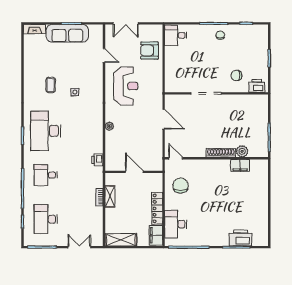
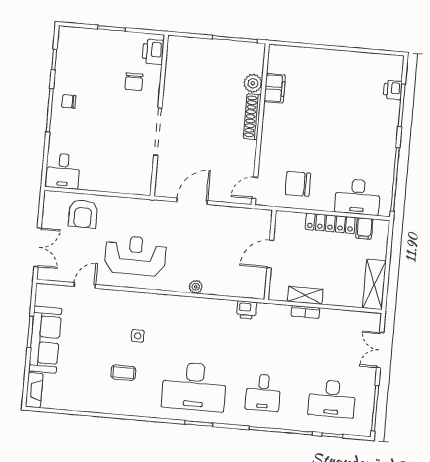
filing cabinet: (156, 235) -> (364, 228), width x0.50
printer: (240, 238) -> (393, 90), width x0.53, depth x0.68

